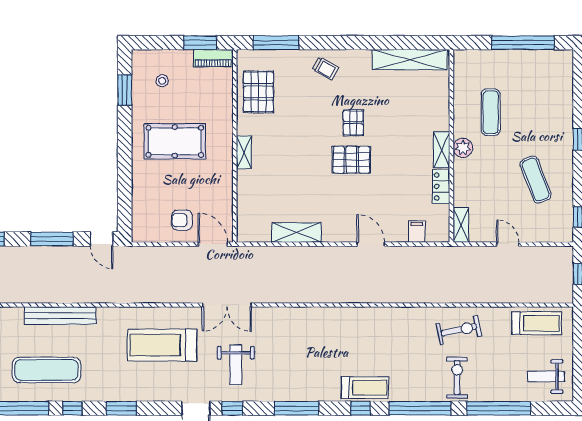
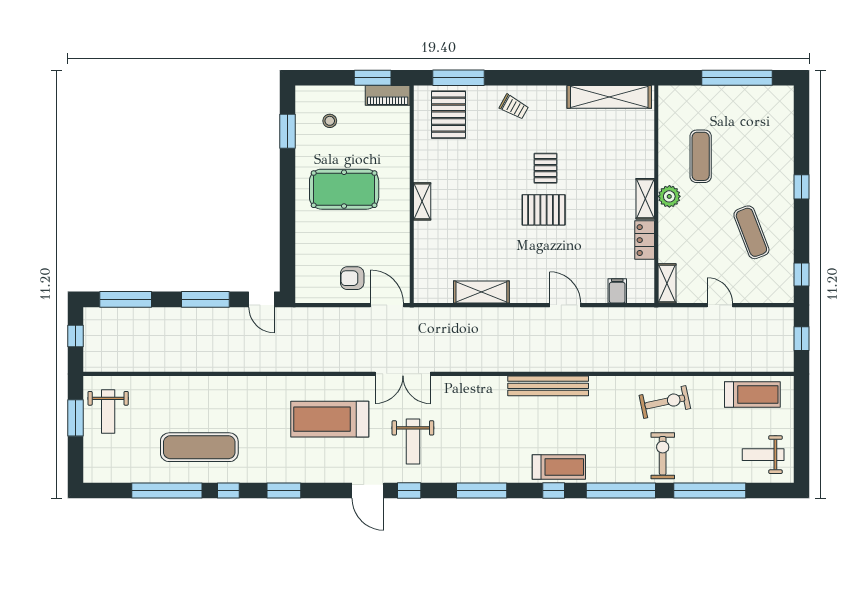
pallet: (258, 92) -> (448, 115), moved
bench: (60, 316) -> (548, 386), moved

